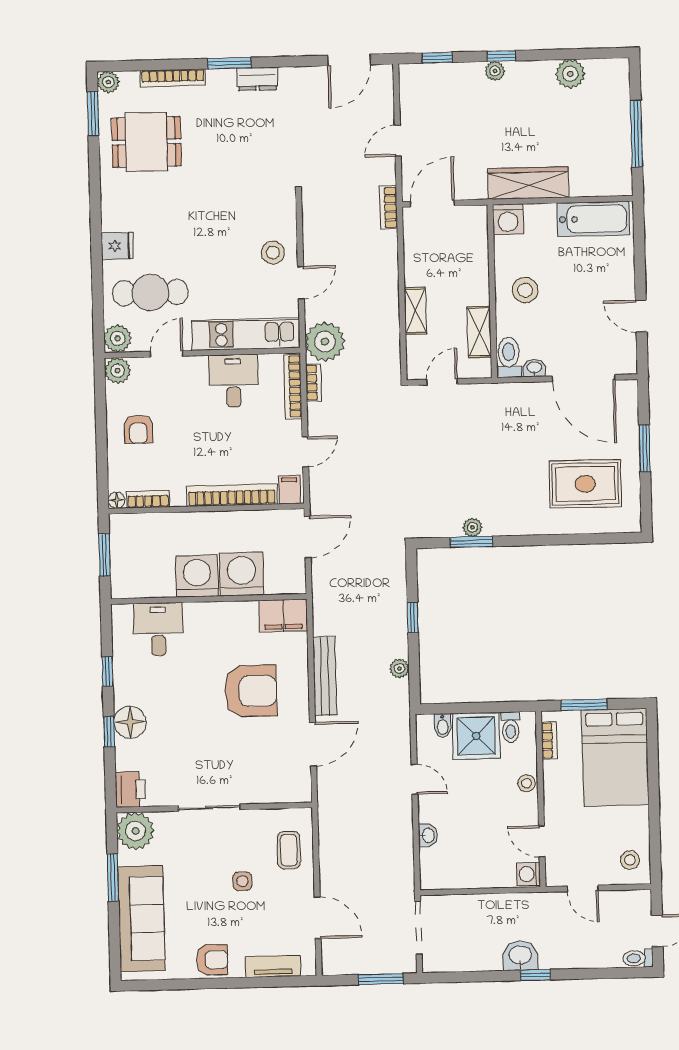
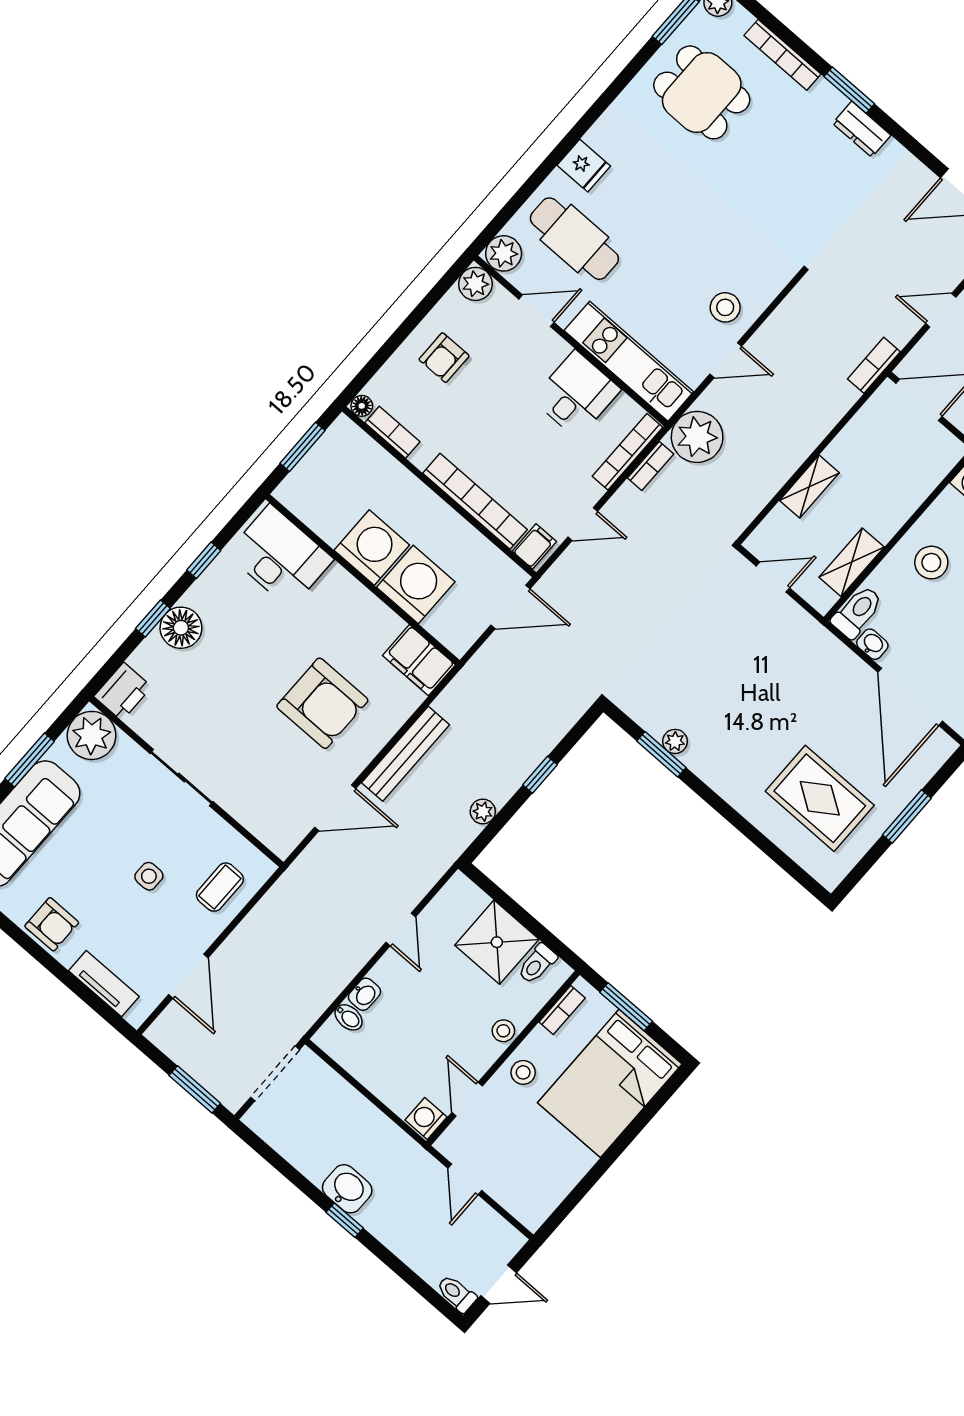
desk: (158, 629) -> (280, 557), width x1.37
bidet: (443, 725) -> (349, 1017), moved, turned -90
stool: (630, 860) -> (523, 1072), moved

